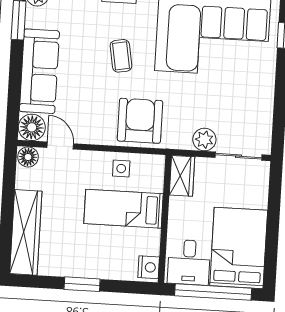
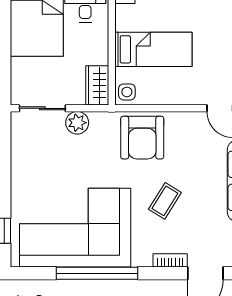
coffee table: (121, 56) -> (165, 201), turned 42
side table: (121, 169) -> (127, 92), moved

